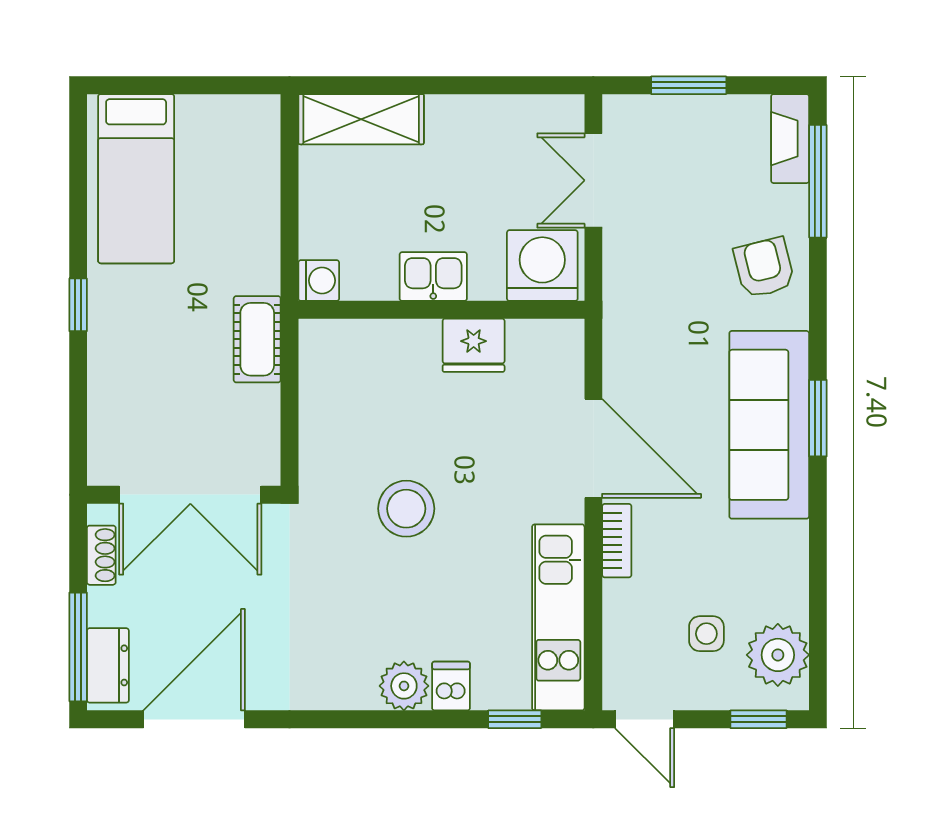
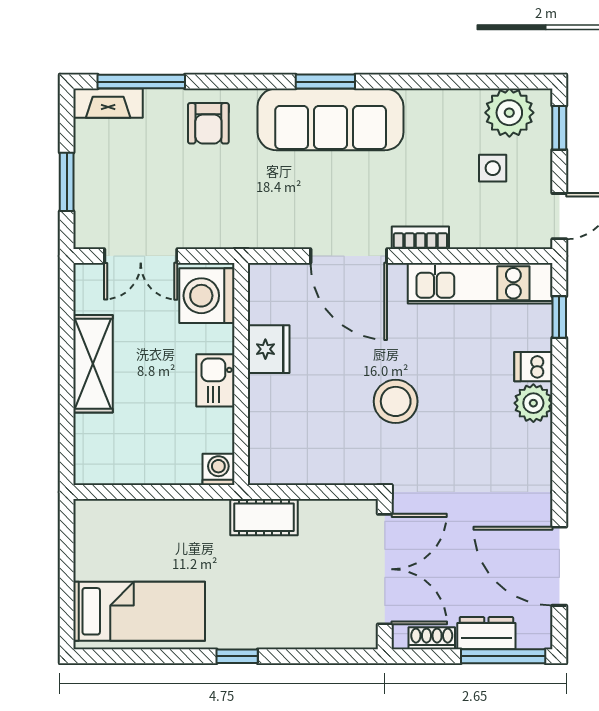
shelving: (361, 119) -> (93, 364), moved
armchair: (764, 268) -> (208, 123), turned -76
door: (593, 448) -> (349, 256), swing flipped
dresser: (108, 665) -> (486, 633), moved

